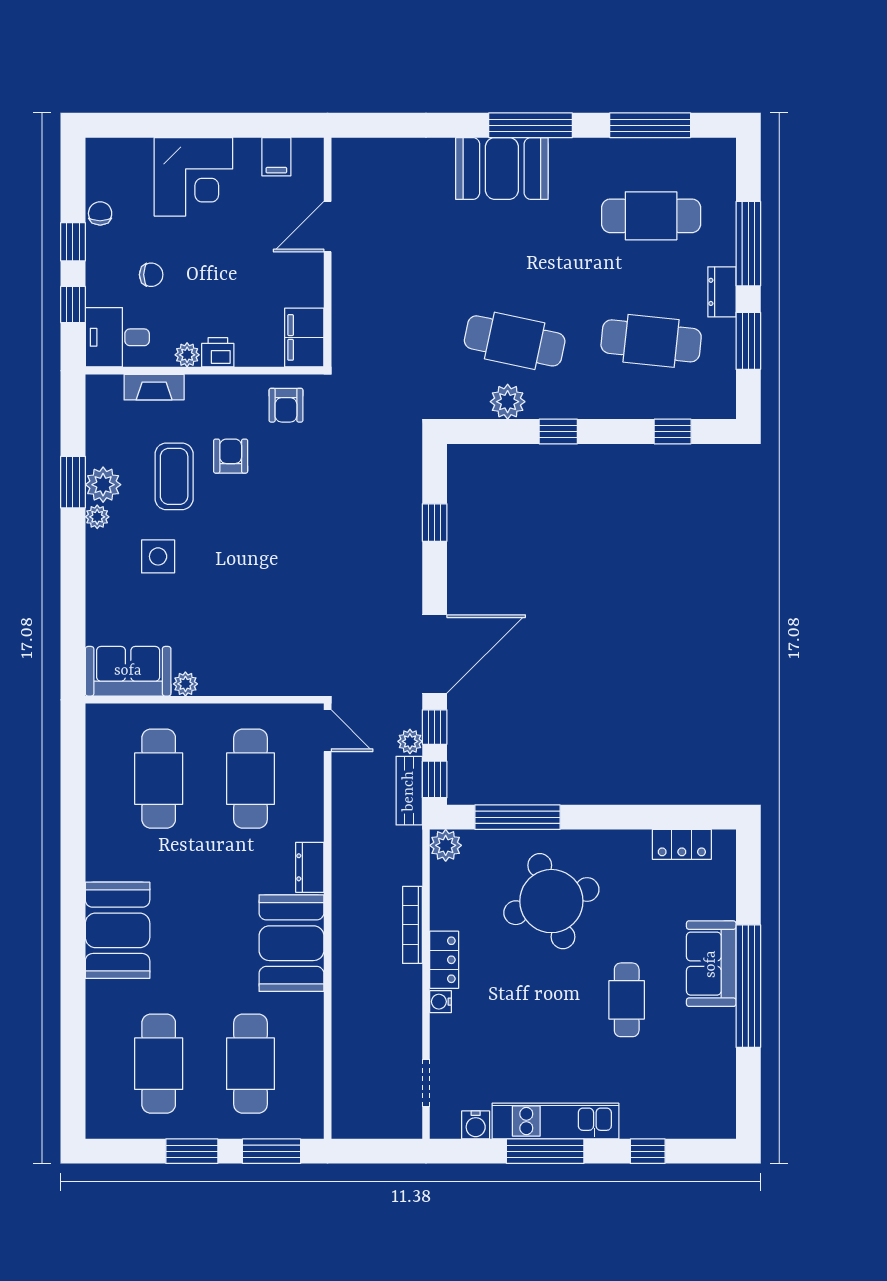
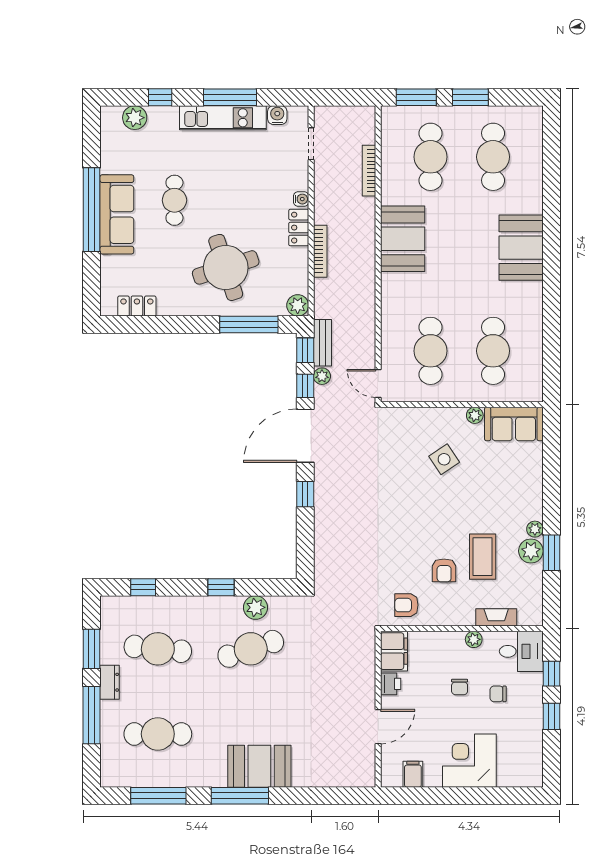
chair: (100, 213) -> (460, 687), moved
cafe table: (515, 341) -> (251, 649), turned -30
printer: (218, 352) -> (391, 684), moved, turned -90
armchair: (286, 405) -> (406, 605), turned -90
window: (435, 523) -> (305, 494), moved
side table: (158, 556) -> (444, 459), moved, turned -34
dresser: (310, 867) -> (390, 290), removed
sofa: (711, 964) -> (117, 214), width x1.36
bookcase: (341, 1043) -> (369, 171), added
plant: (685, 1121) -> (135, 118), added

